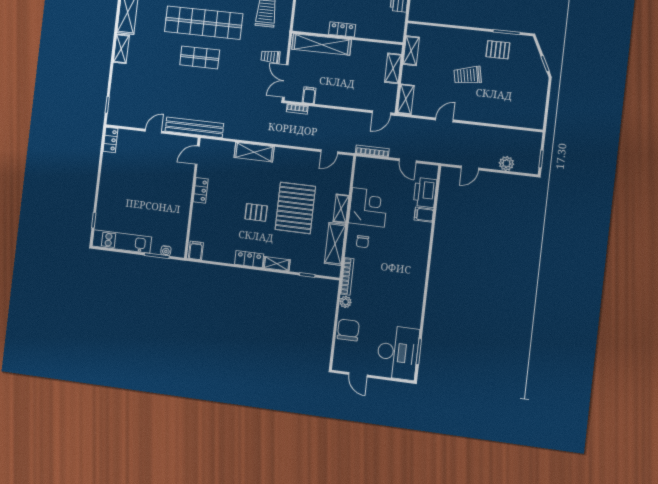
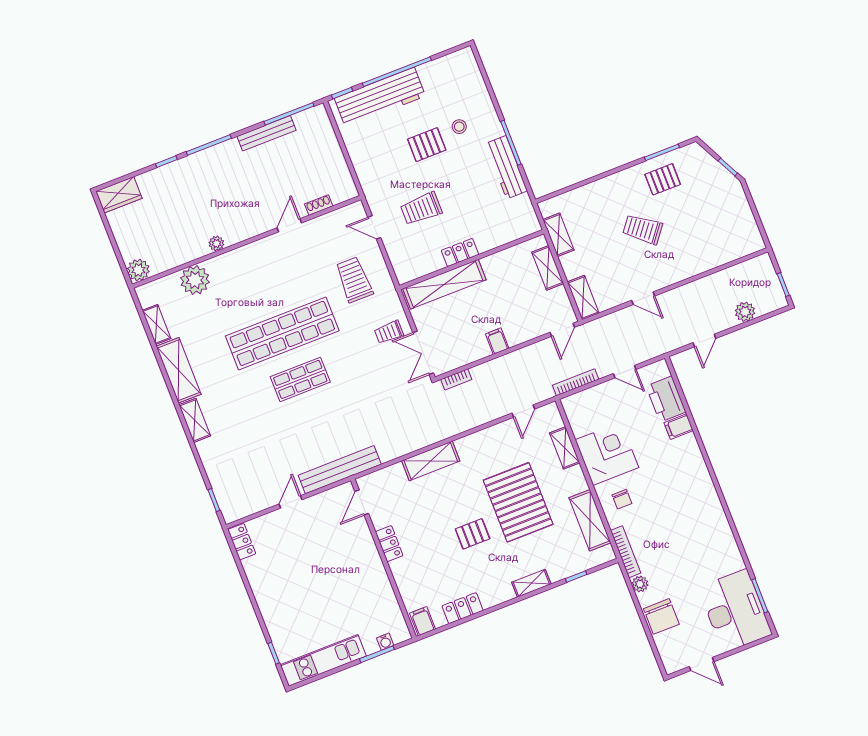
trolley: (468, 75) -> (643, 229), turned 49
filing cabinet: (309, 95) -> (497, 341), moved
door: (444, 120) -> (643, 298), swing flipped
shelving: (341, 209) -> (565, 448), moved
locker: (249, 259) -> (463, 608), moved
chair: (348, 330) -> (661, 616), turned 180

